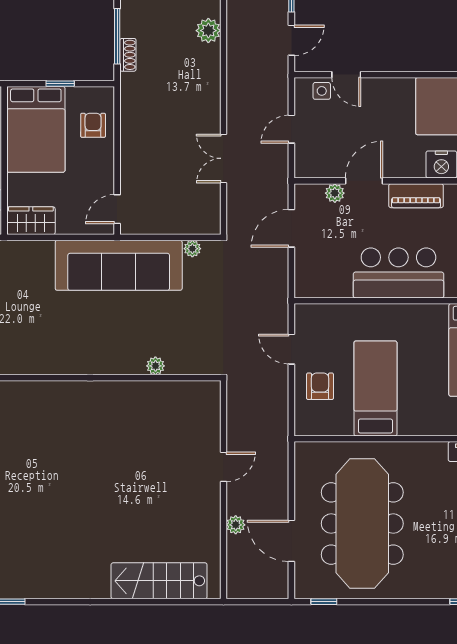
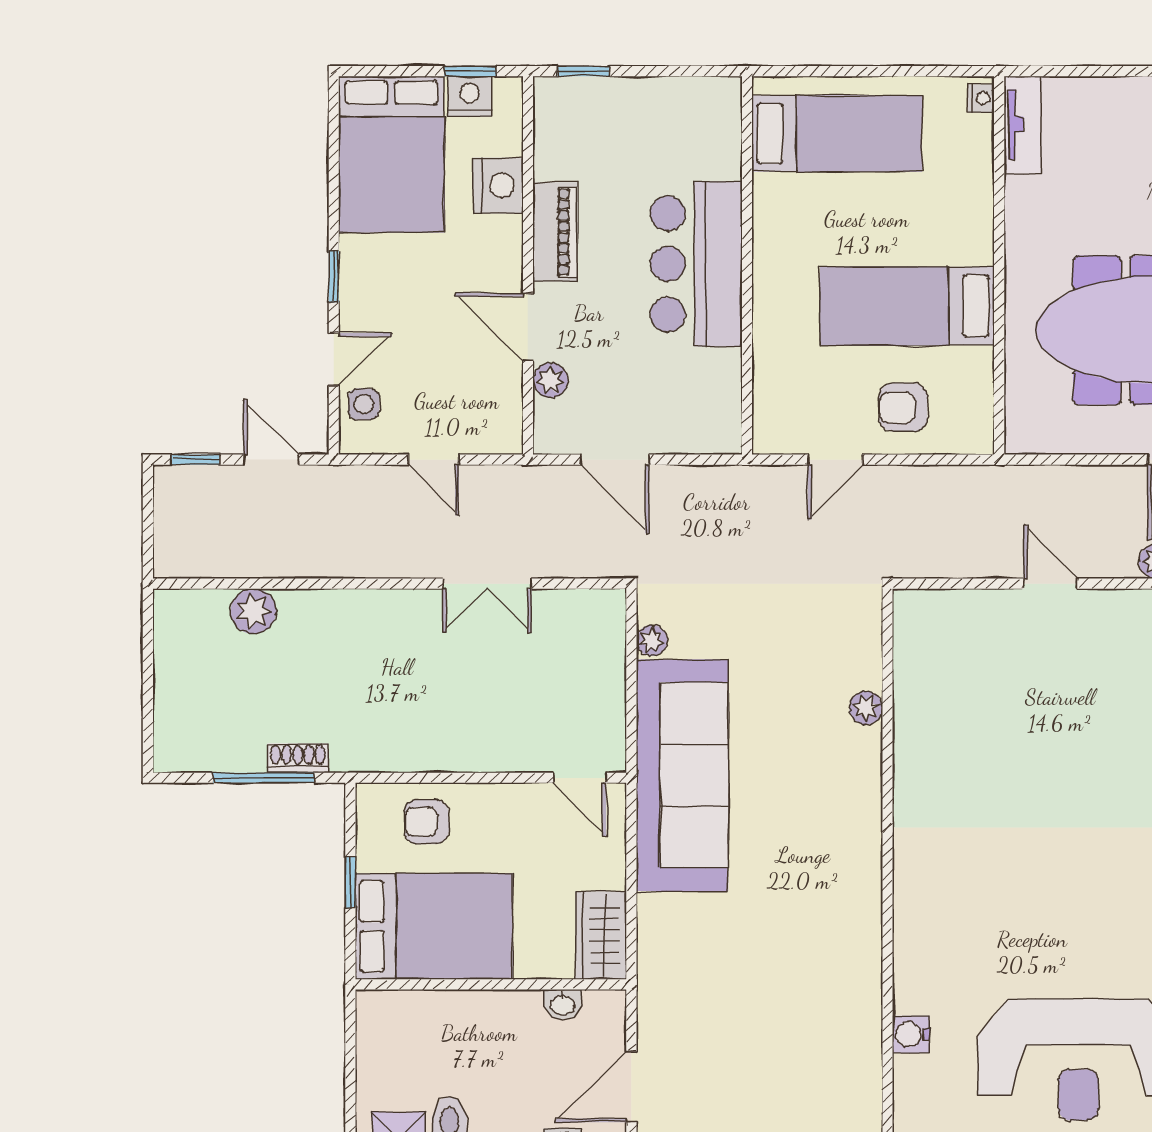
window: (392, 75) -> (334, 277), added

